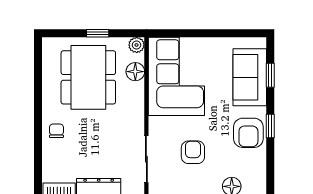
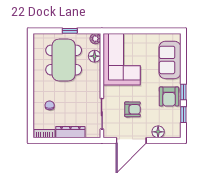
window: (270, 75) -> (183, 115), moved
chair: (56, 131) -> (50, 105), moved
armchair: (193, 152) -> (133, 109), turned 90

